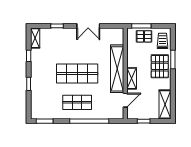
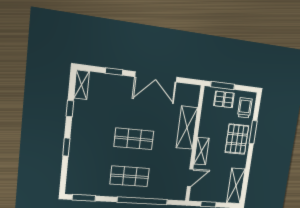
double door: (88, 26) -> (156, 77), width x1.37
shelving: (117, 69) -> (187, 128), width x0.68
shop shelf: (77, 74) -> (134, 139), width x0.70, depth x0.74

